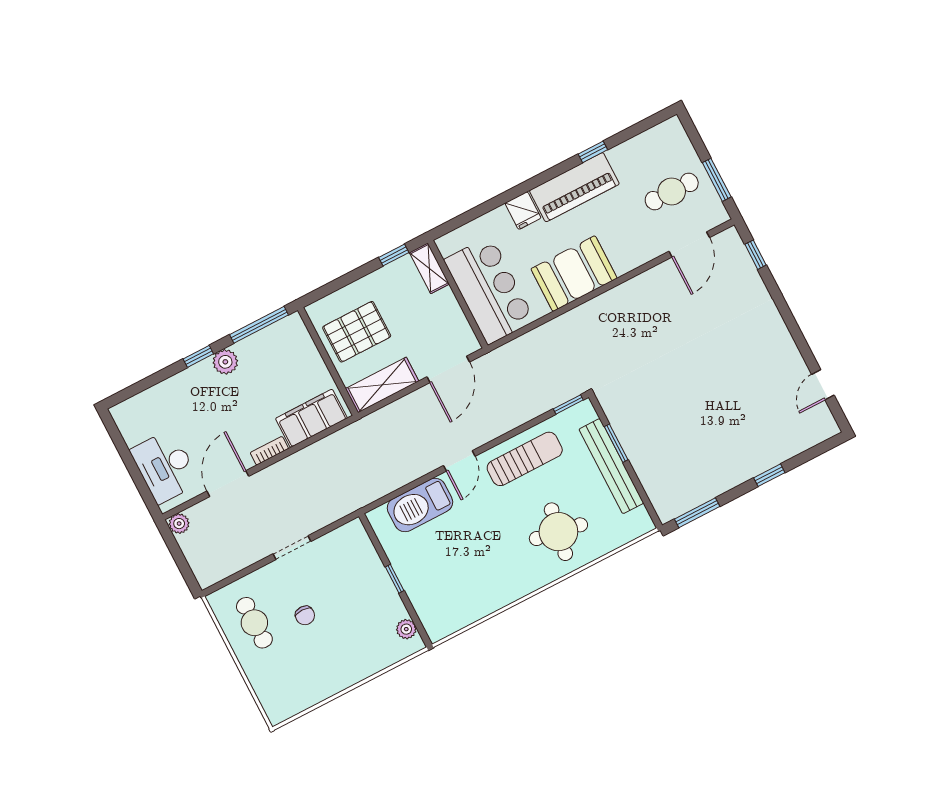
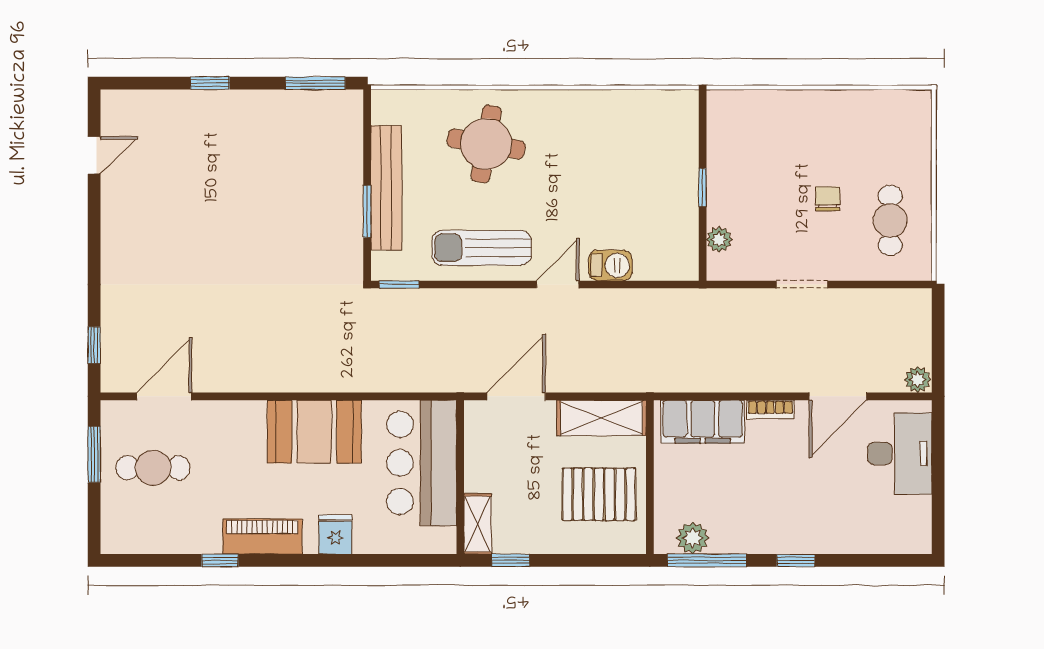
piano: (574, 187) -> (262, 537), width x0.73, depth x0.75
plant: (225, 362) -> (693, 538), moved
barbecue: (420, 505) -> (610, 265), width x0.53, depth x0.65
plant: (406, 629) -> (719, 239), moved

